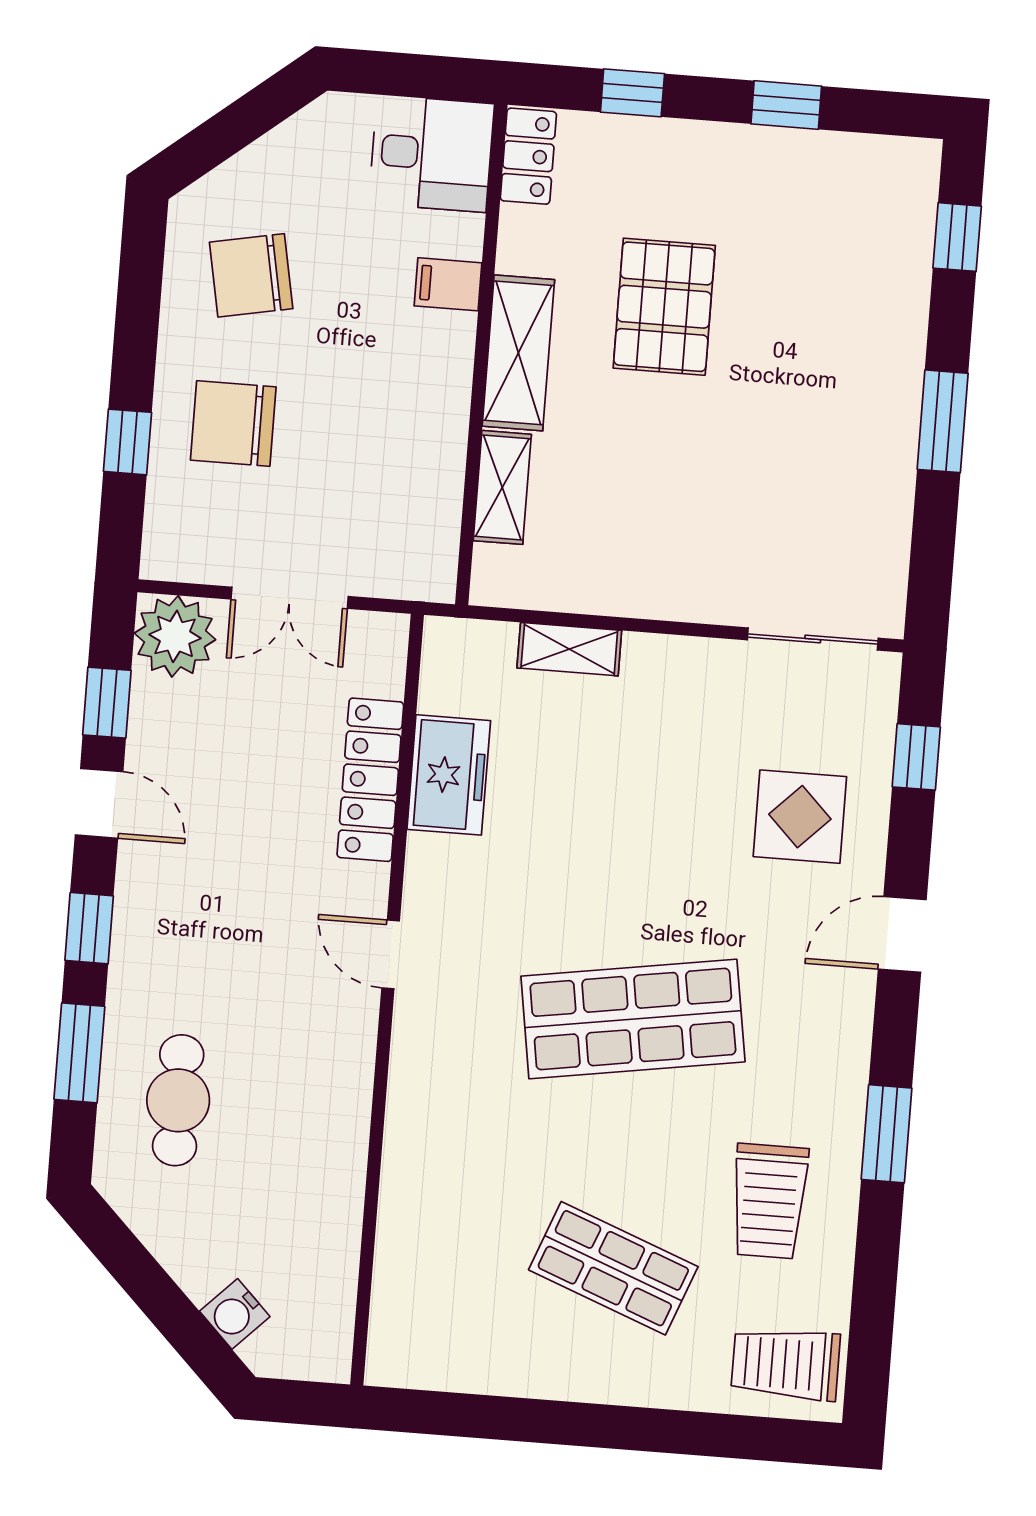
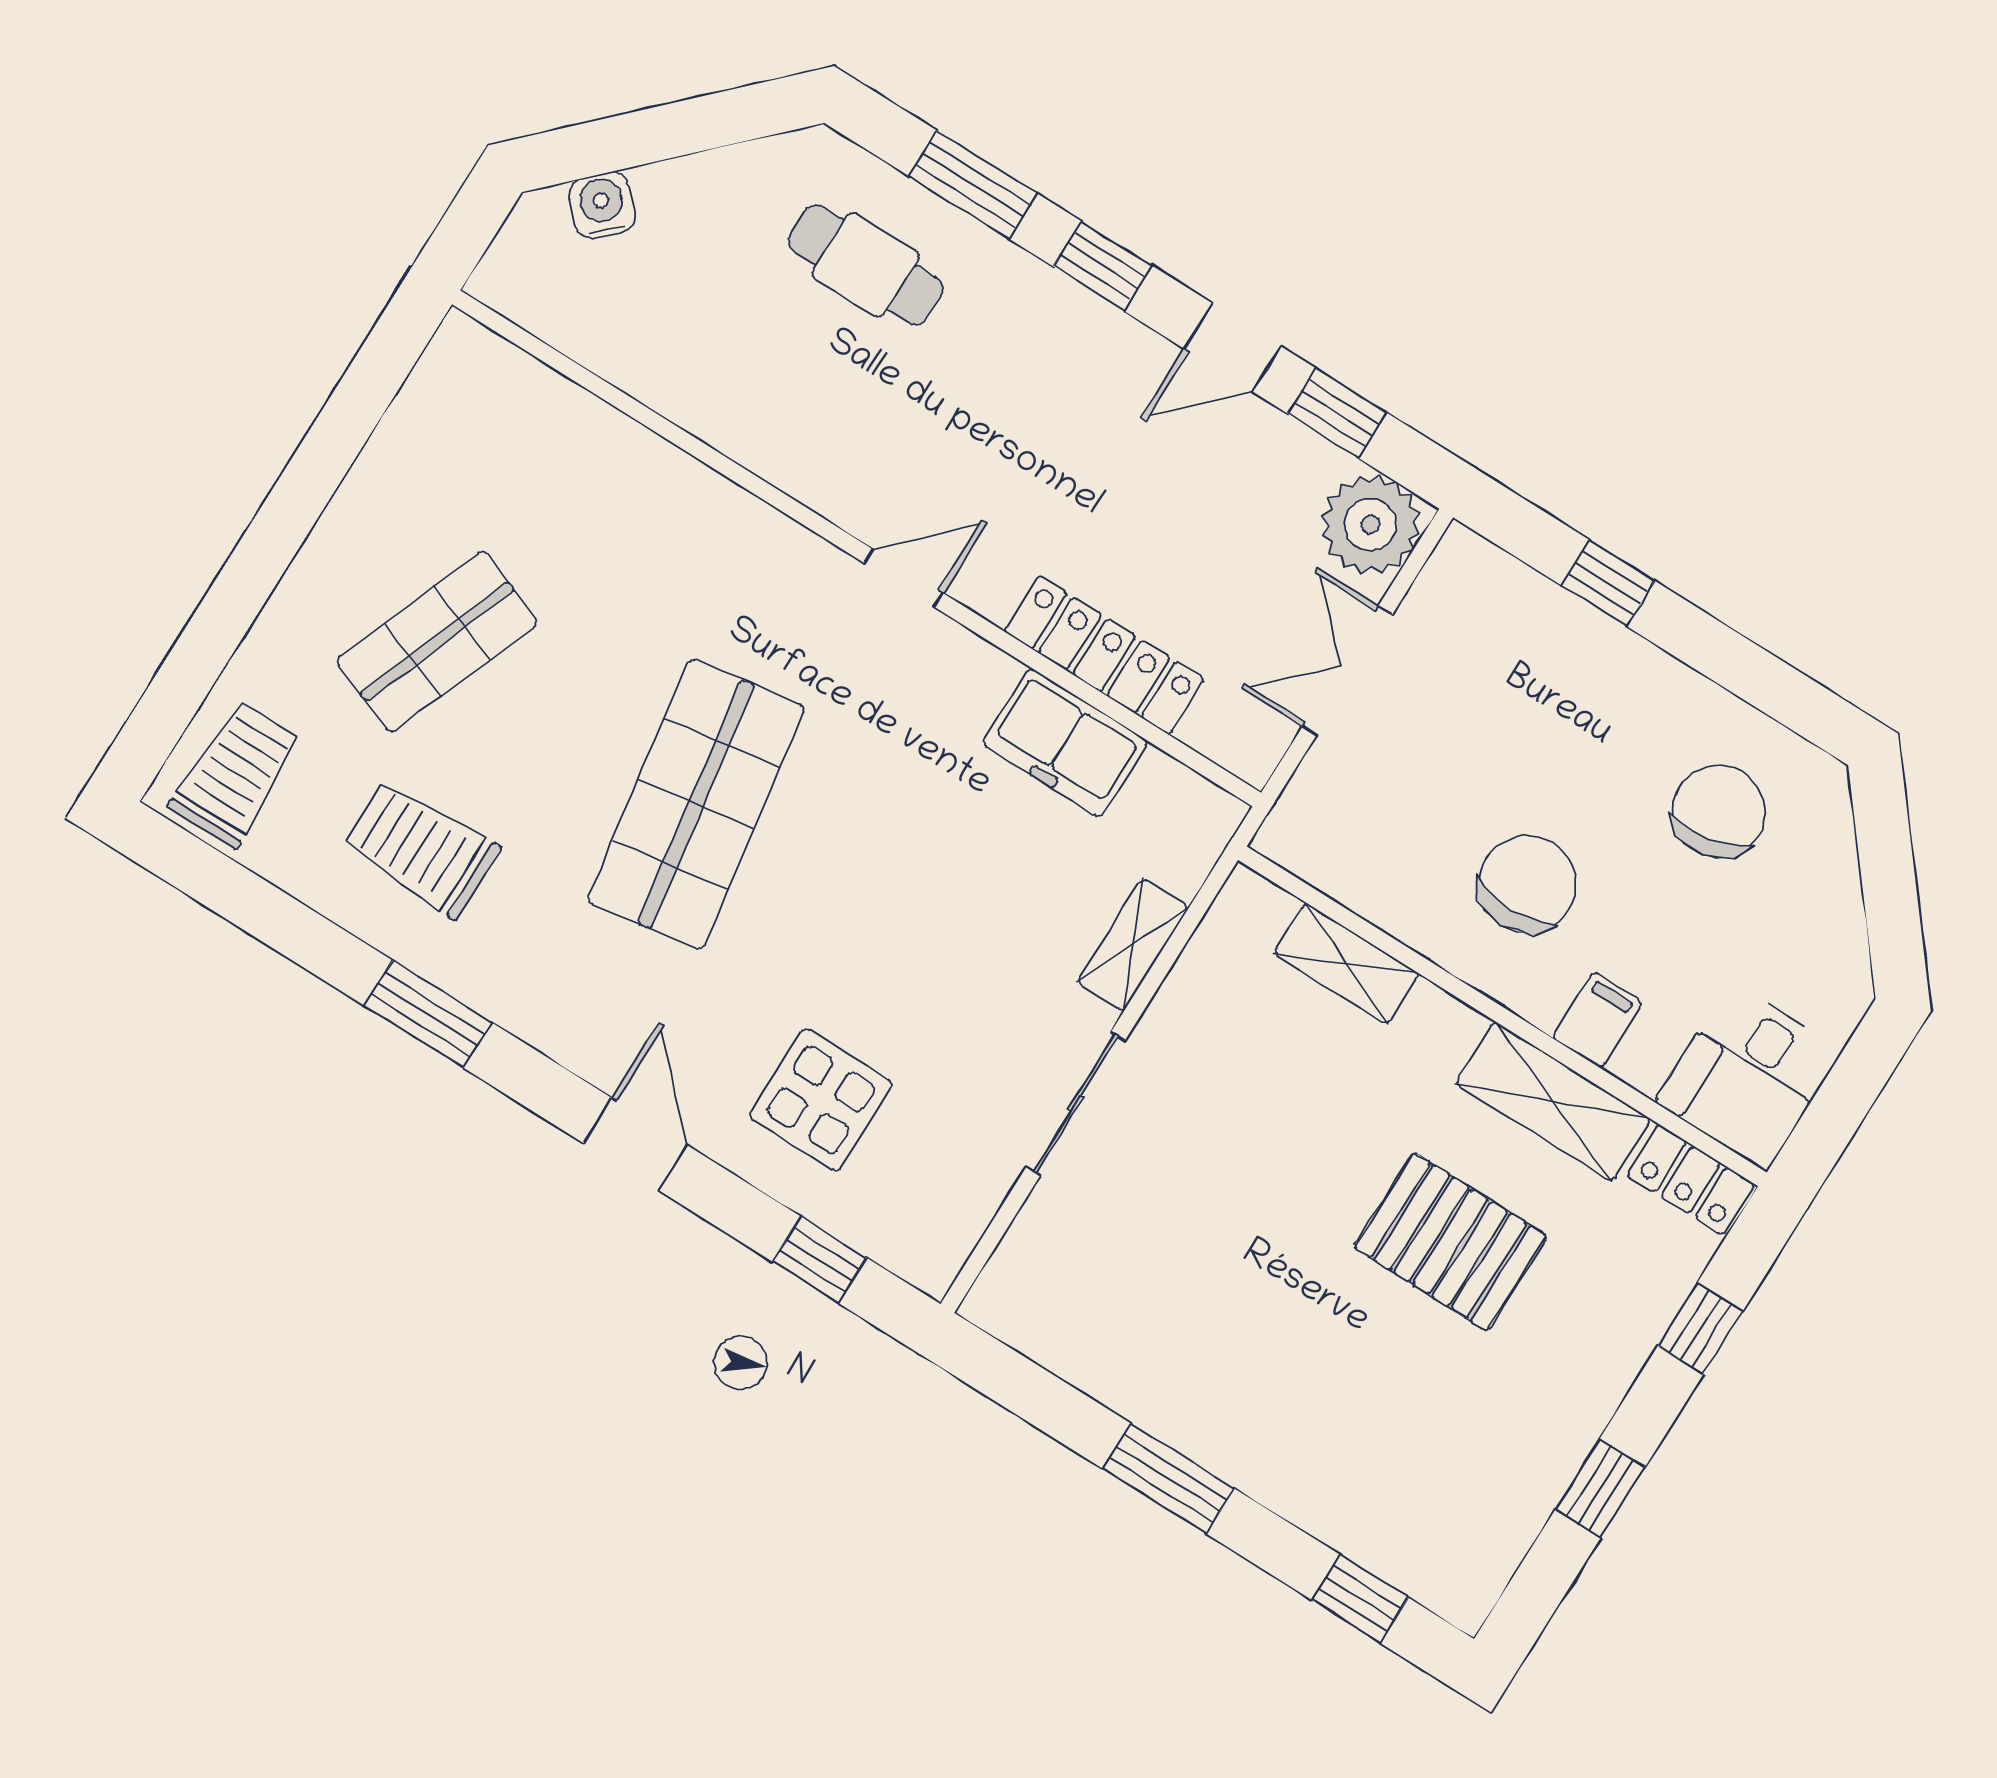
shelving: (518, 353) -> (1553, 1101), moved
chair: (233, 423) -> (1527, 884), moved
sliding door: (813, 639) -> (1076, 1104), moved

